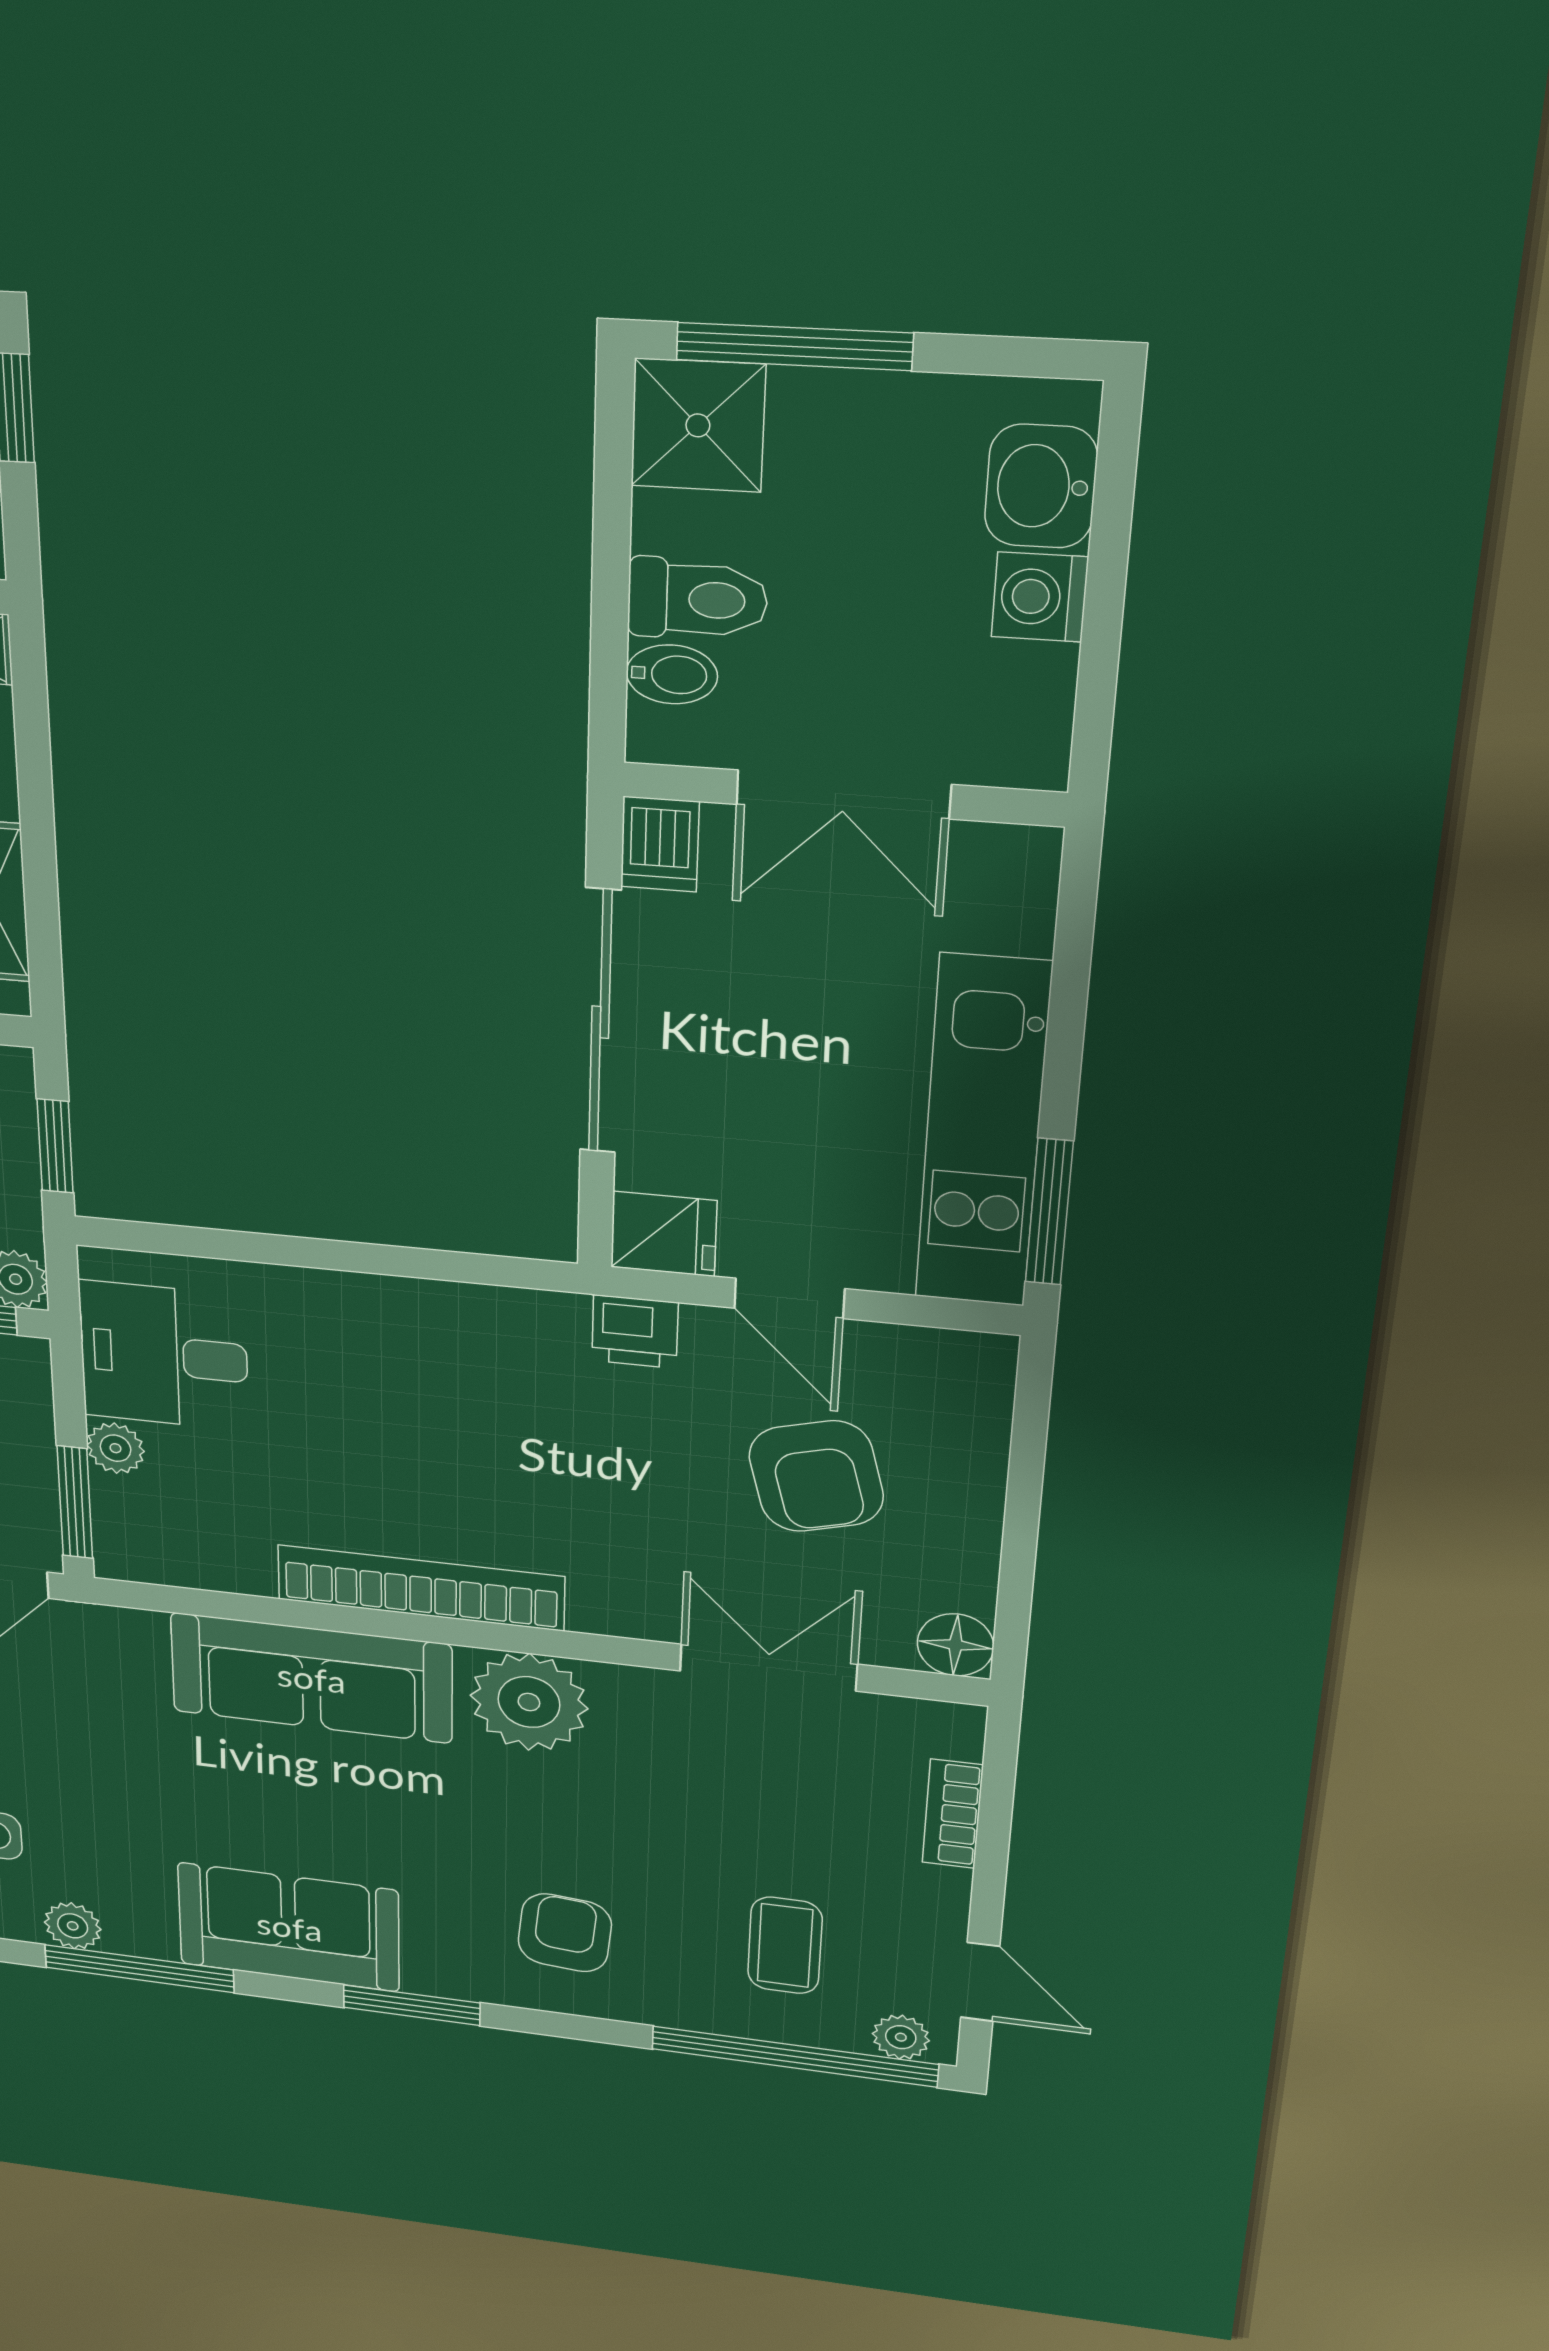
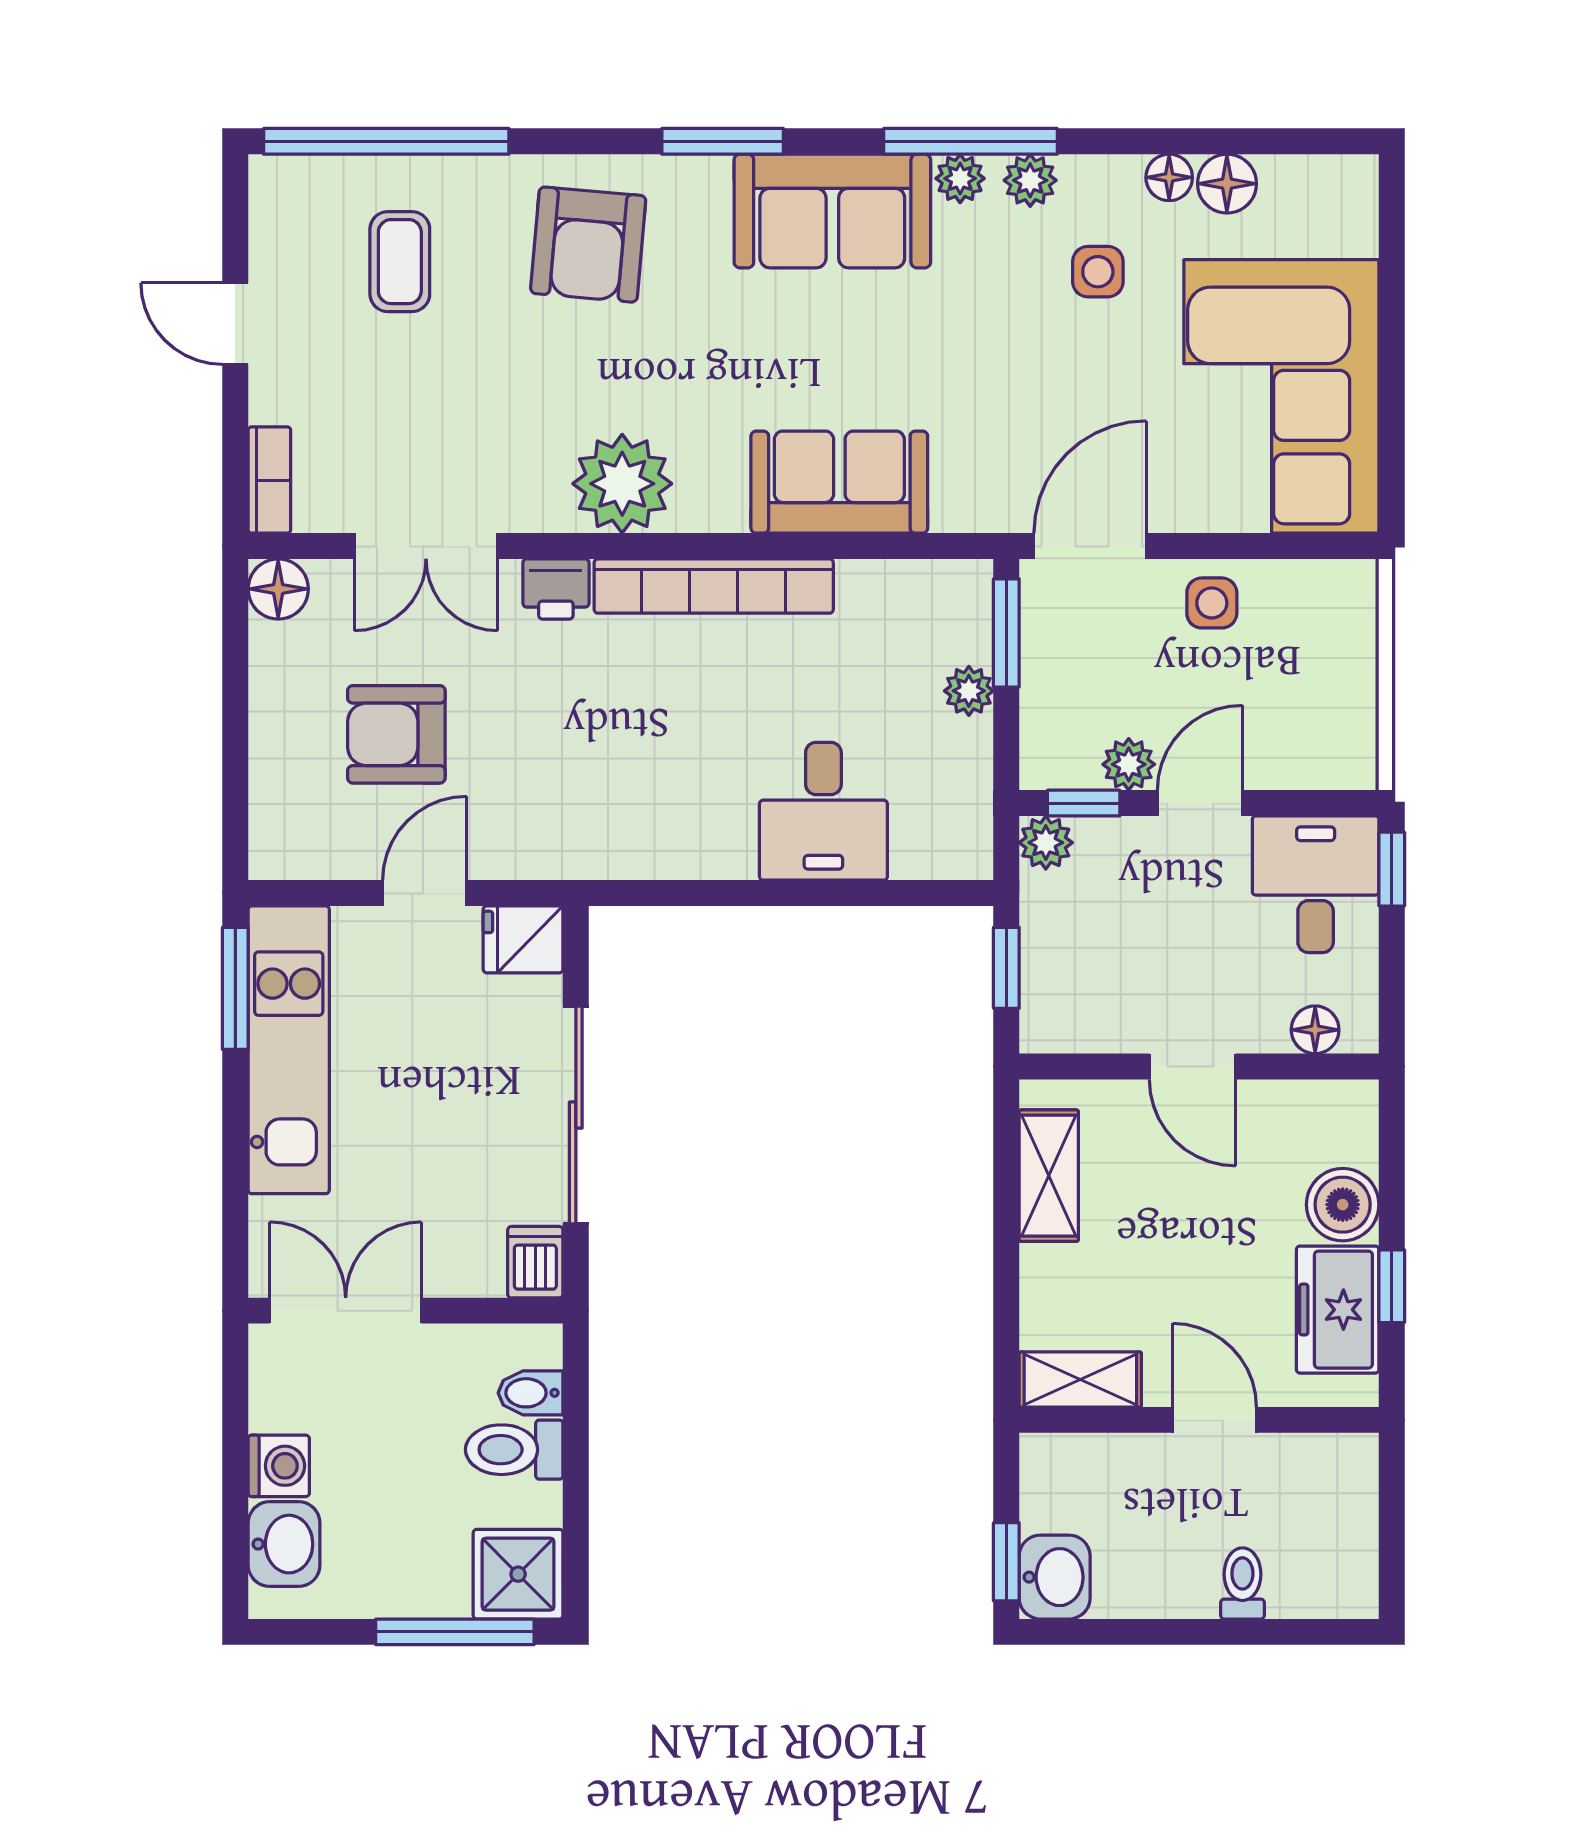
double door: (843, 794) -> (346, 1311), moved
door: (789, 1298) -> (425, 893), hinge flipped
printer: (635, 1332) -> (556, 589), moved, turned 180
desk: (164, 1356) -> (823, 811), moved, turned 90
armchair: (816, 1476) -> (396, 734), turned -75
sofa: (311, 1678) -> (839, 482), width x0.73
bookcase: (953, 1814) -> (269, 480), moved
armchair: (565, 1933) -> (588, 245), width x1.38, depth x1.38
door: (980, 1982) -> (235, 324), moved
plant: (901, 2037) -> (960, 178), moved

